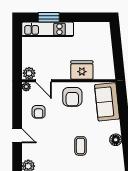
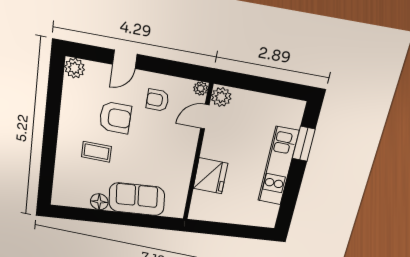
kitchen unit: (48, 29) -> (278, 166), moved
armchair: (72, 97) -> (115, 118), moved, turned 180
sofa: (107, 102) -> (137, 199), moved

